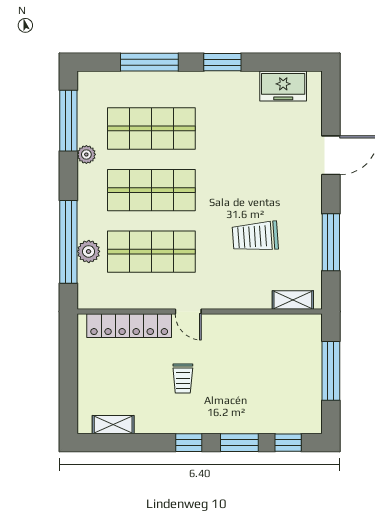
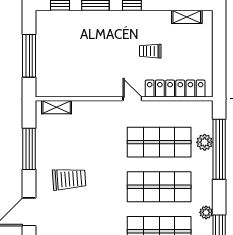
trolley: (255, 236) -> (69, 179), moved
trolley: (183, 378) -> (150, 51), moved, turned -90

